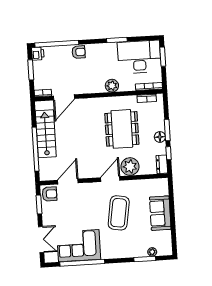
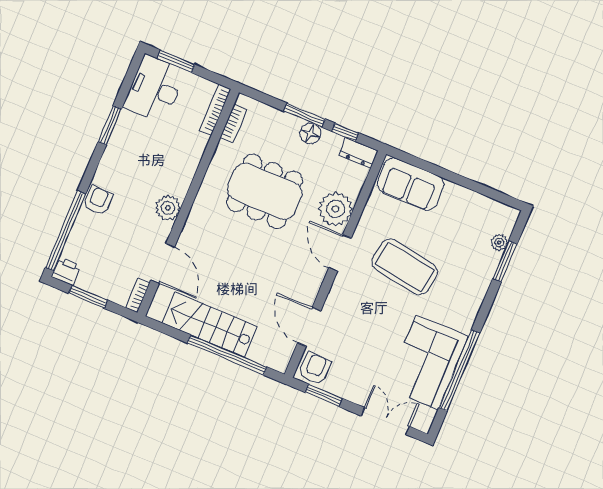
desk: (139, 57) -> (155, 89), width x0.73, depth x0.77
plant: (112, 86) -> (168, 208), moved
sofa: (160, 213) -> (411, 184), moved

